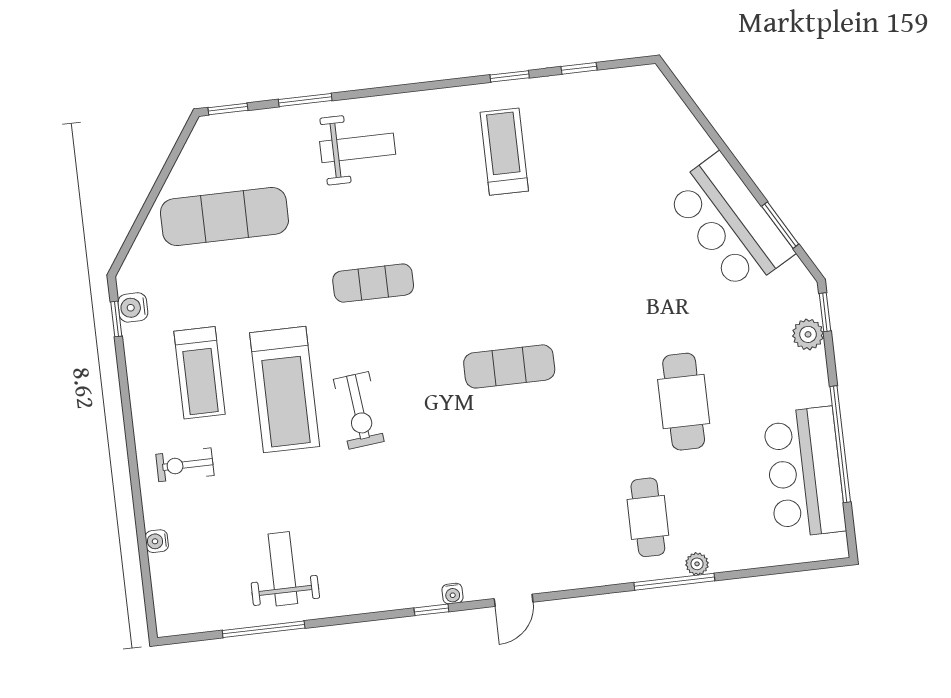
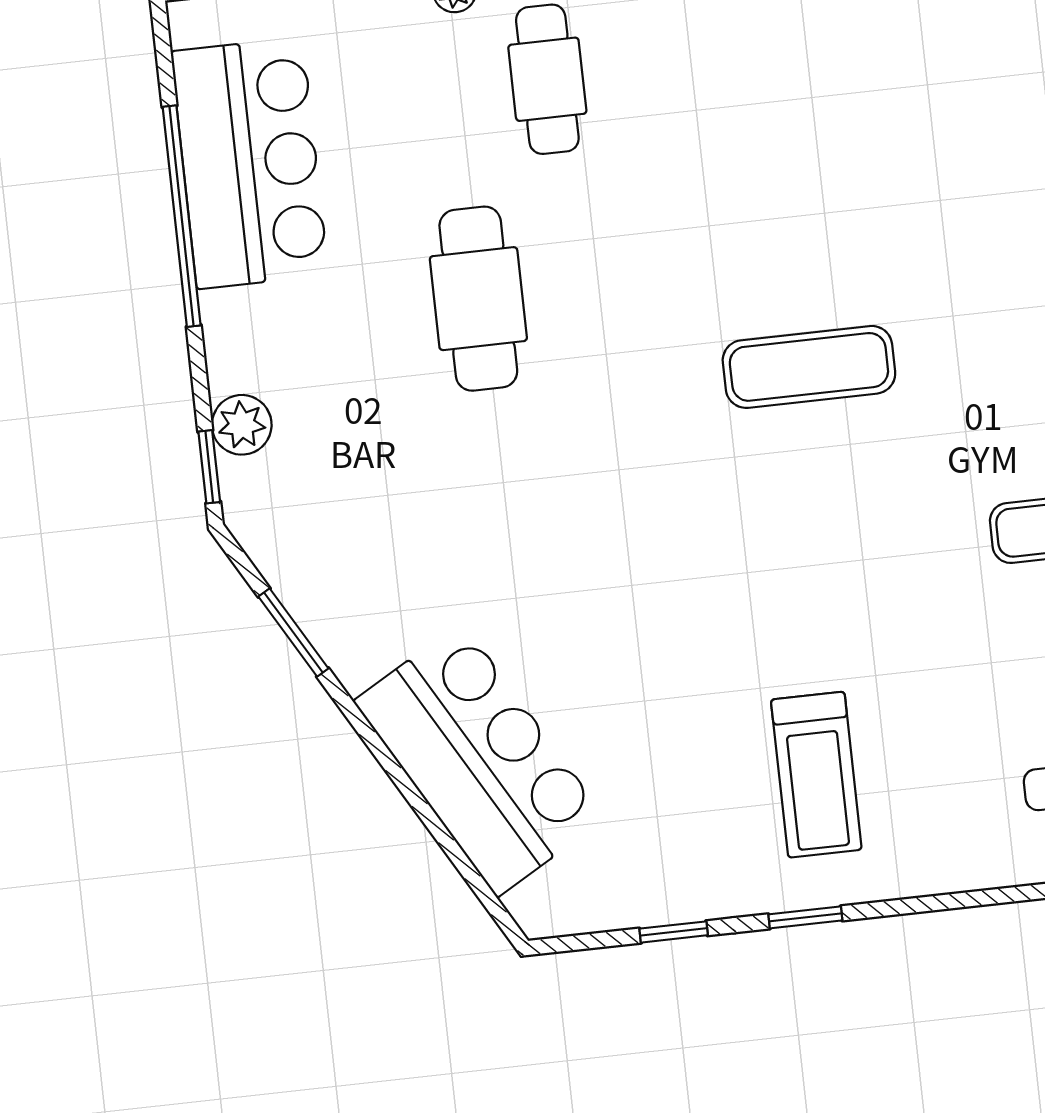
bar counter: (729, 223) -> (479, 760), moved

